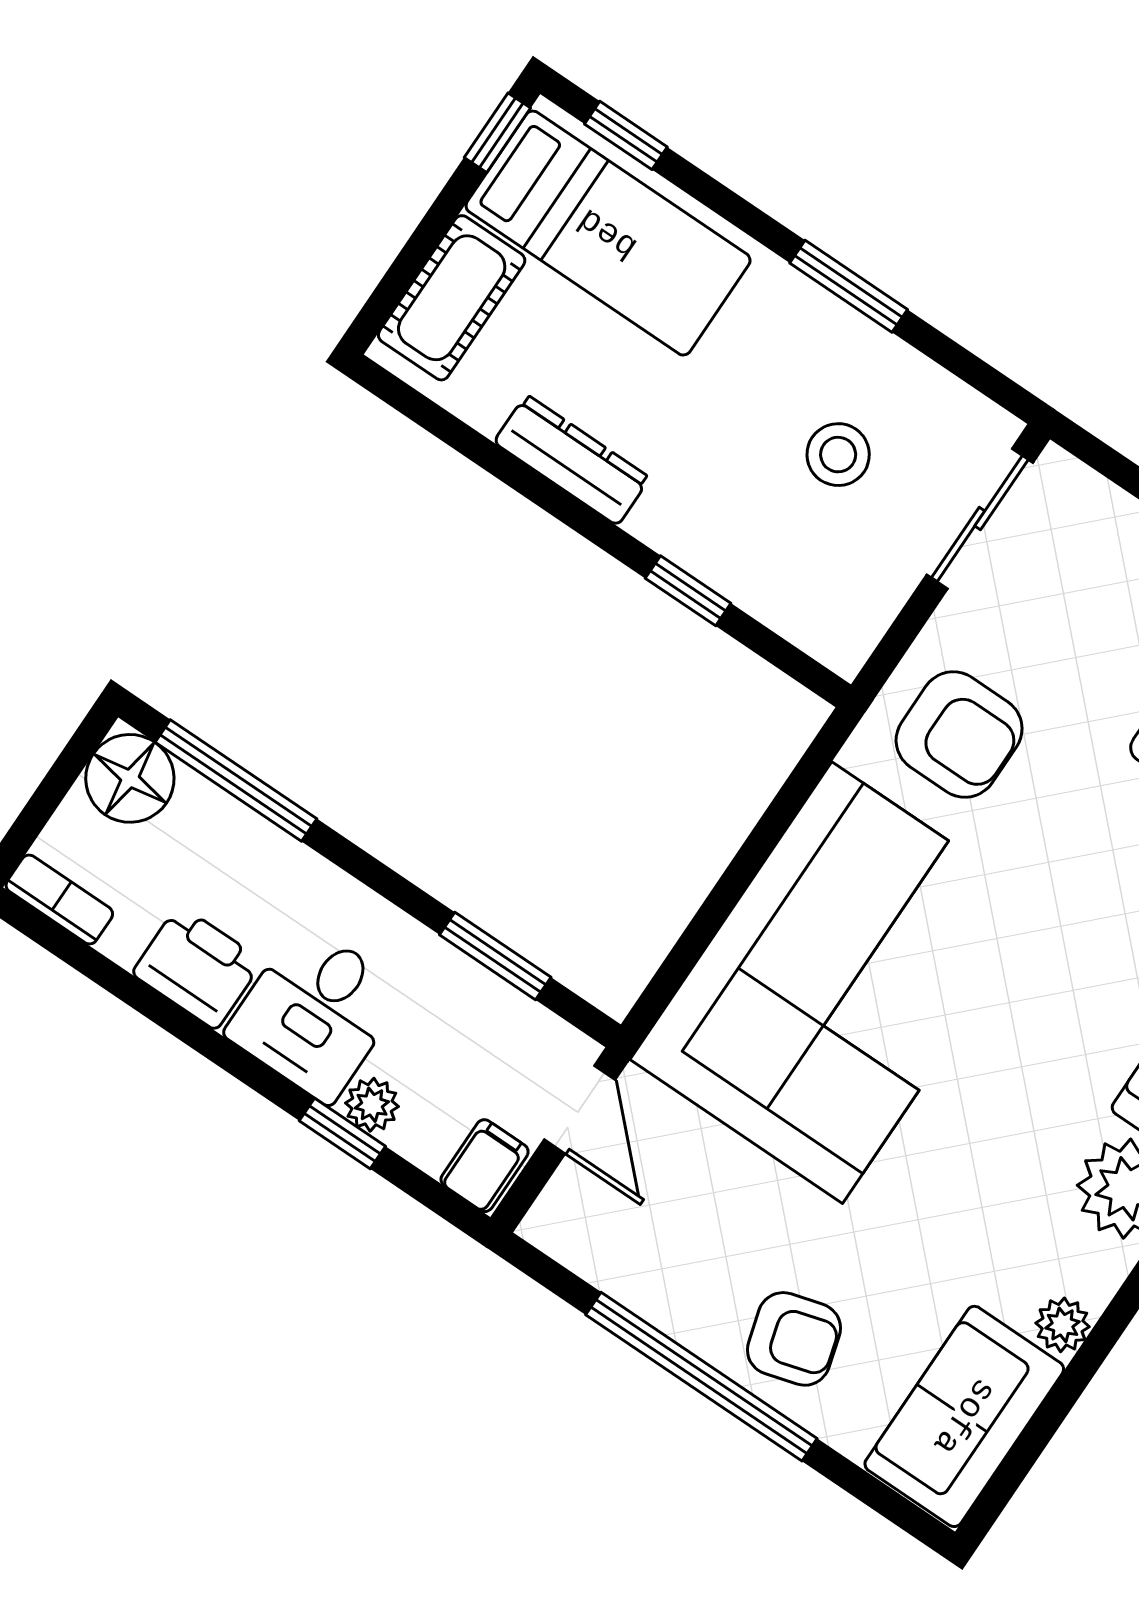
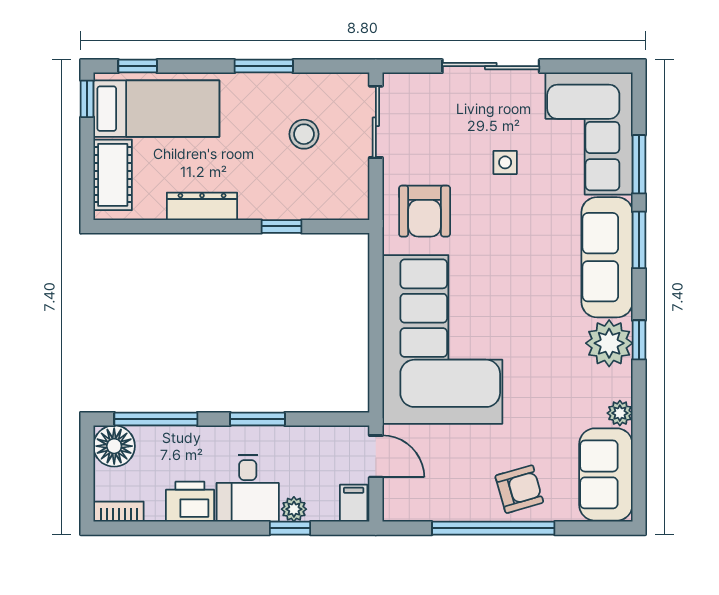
armchair: (959, 734) -> (425, 211), turned 90
window: (495, 956) -> (258, 419), moved

